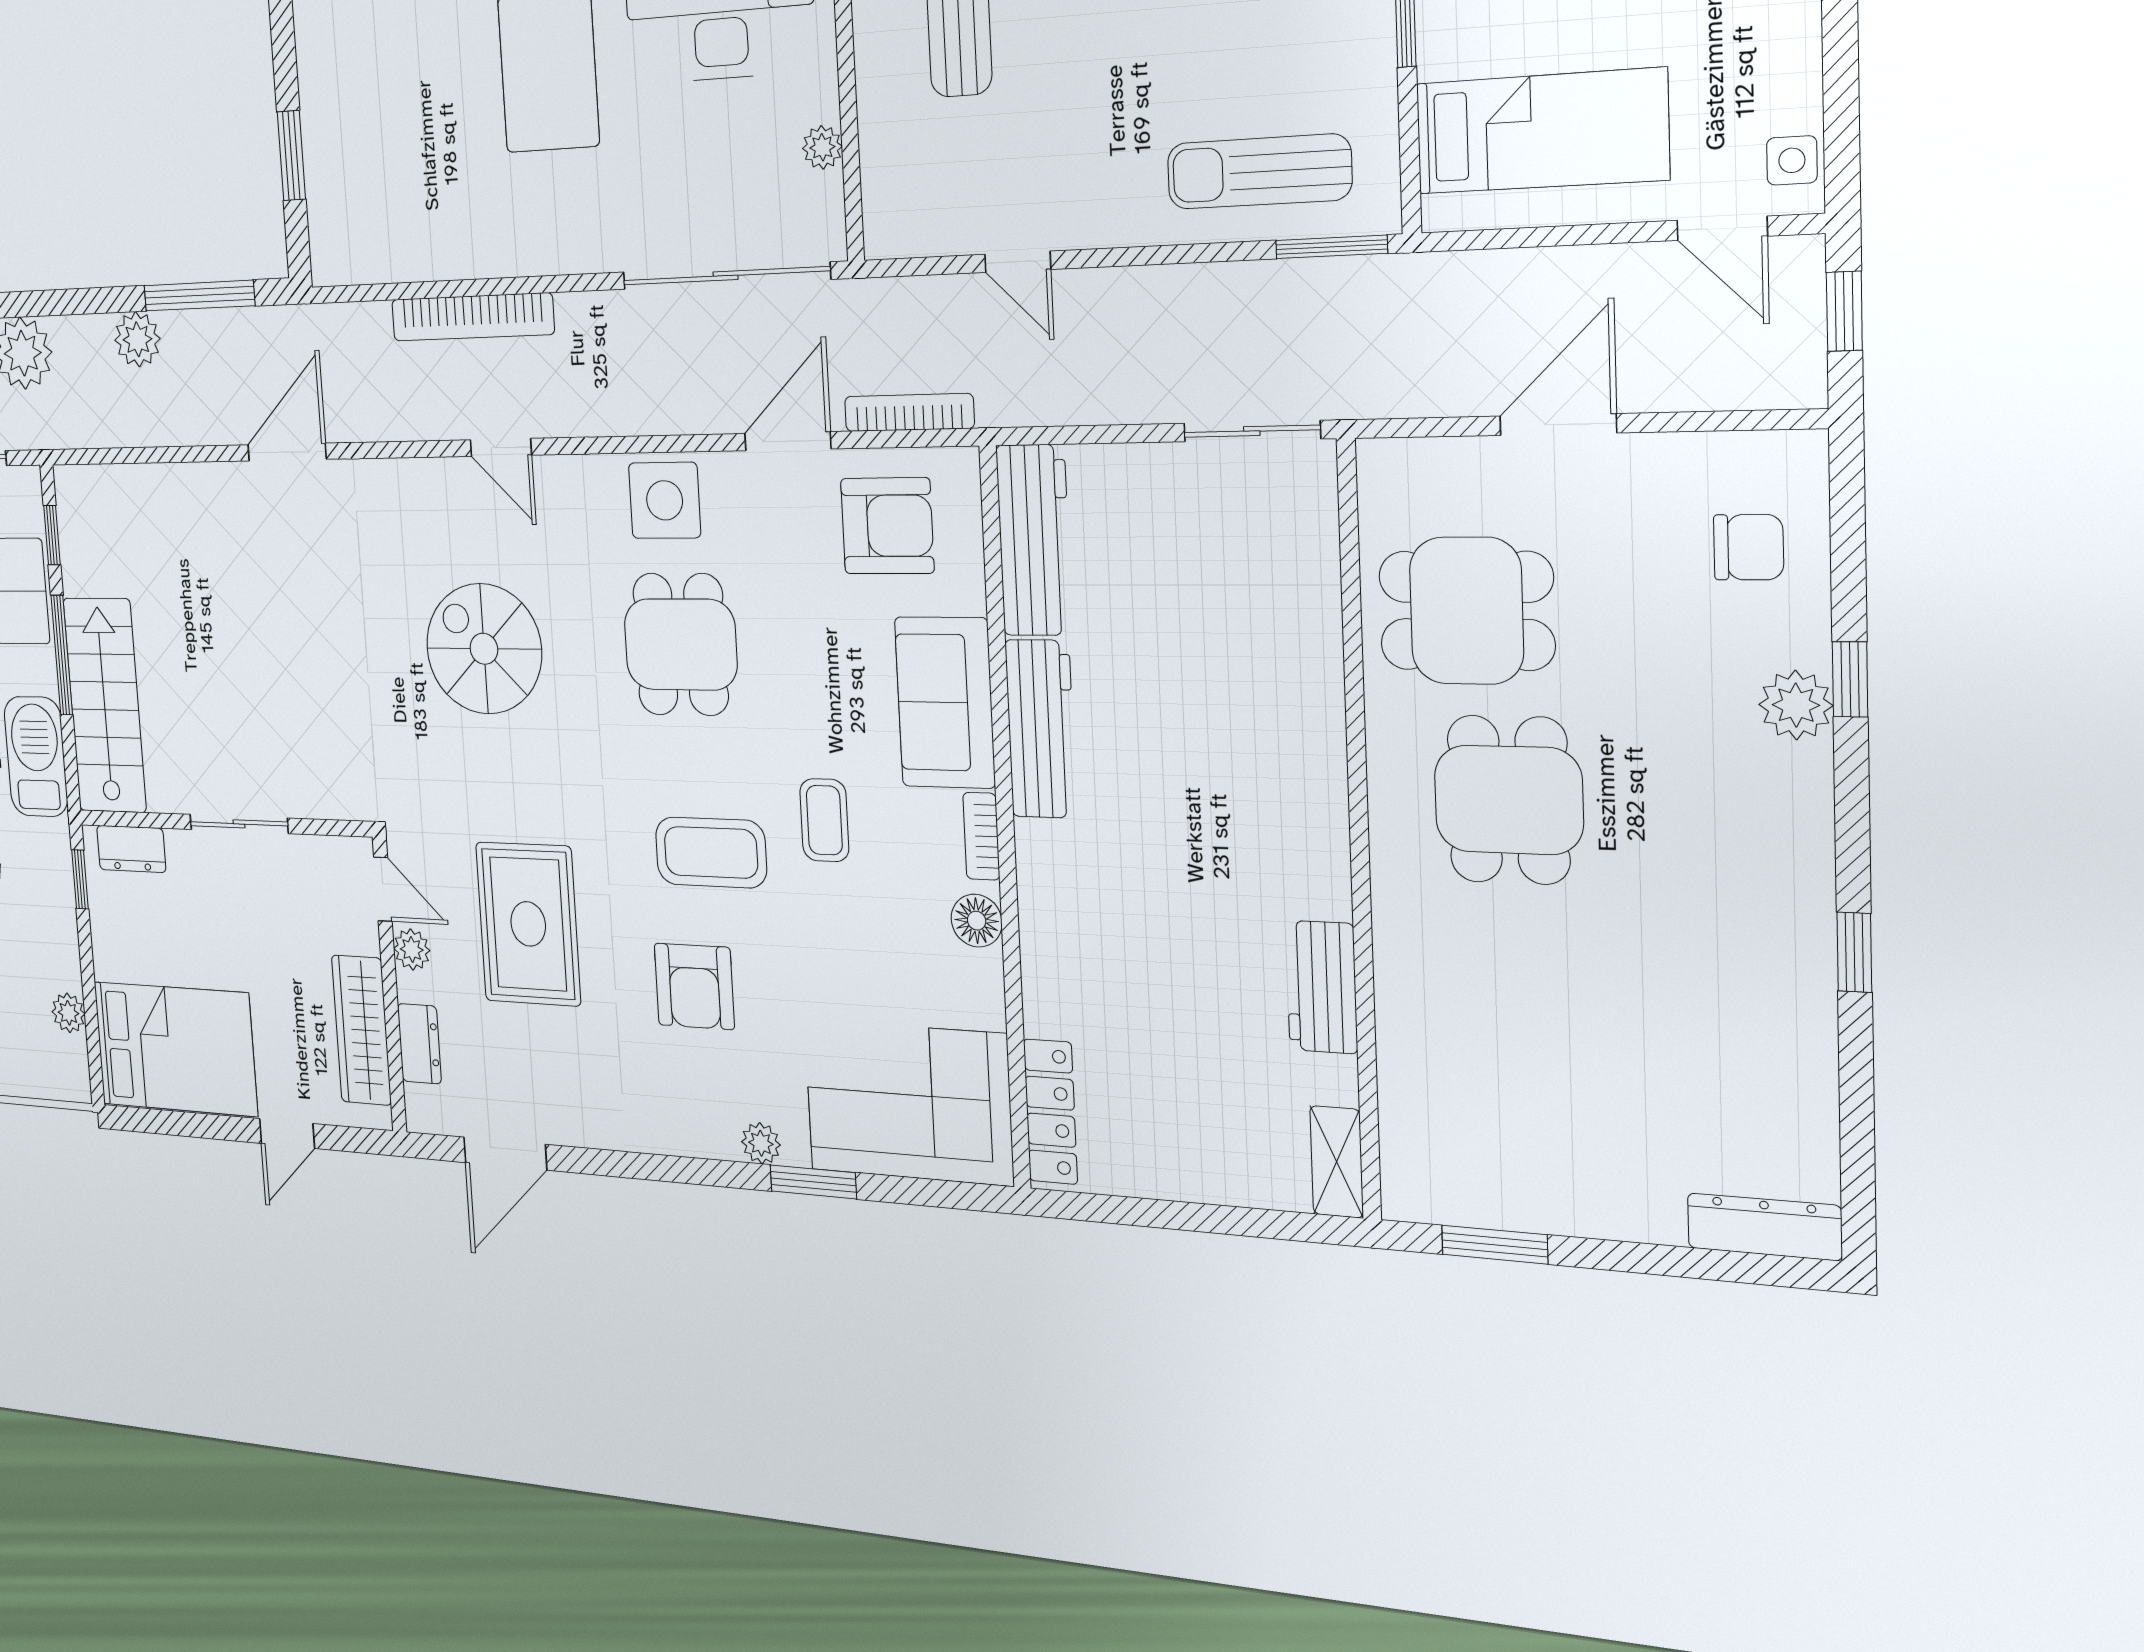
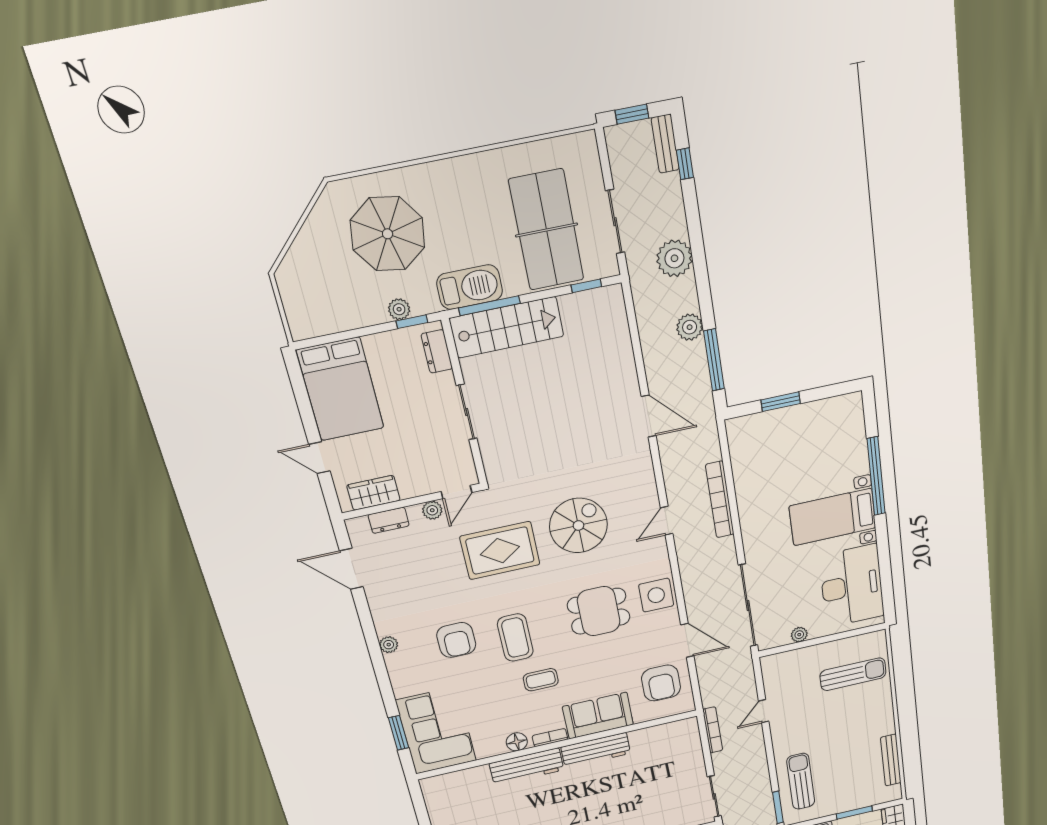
bookcase: (909, 412) -> (713, 730), moved
workbench: (1034, 540) -> (527, 767), moved
window: (62, 655) -> (489, 306), moved
rug: (528, 924) -> (500, 551), moved
armchair: (694, 986) -> (456, 640), turned -90
plant: (68, 1013) -> (399, 309), moved
wardrobe: (361, 1030) -> (373, 493), width x0.67
locker: (1050, 1112) -> (451, 781), removed
plant: (761, 1143) -> (389, 645), moved
window: (813, 1182) -> (398, 733), moved

